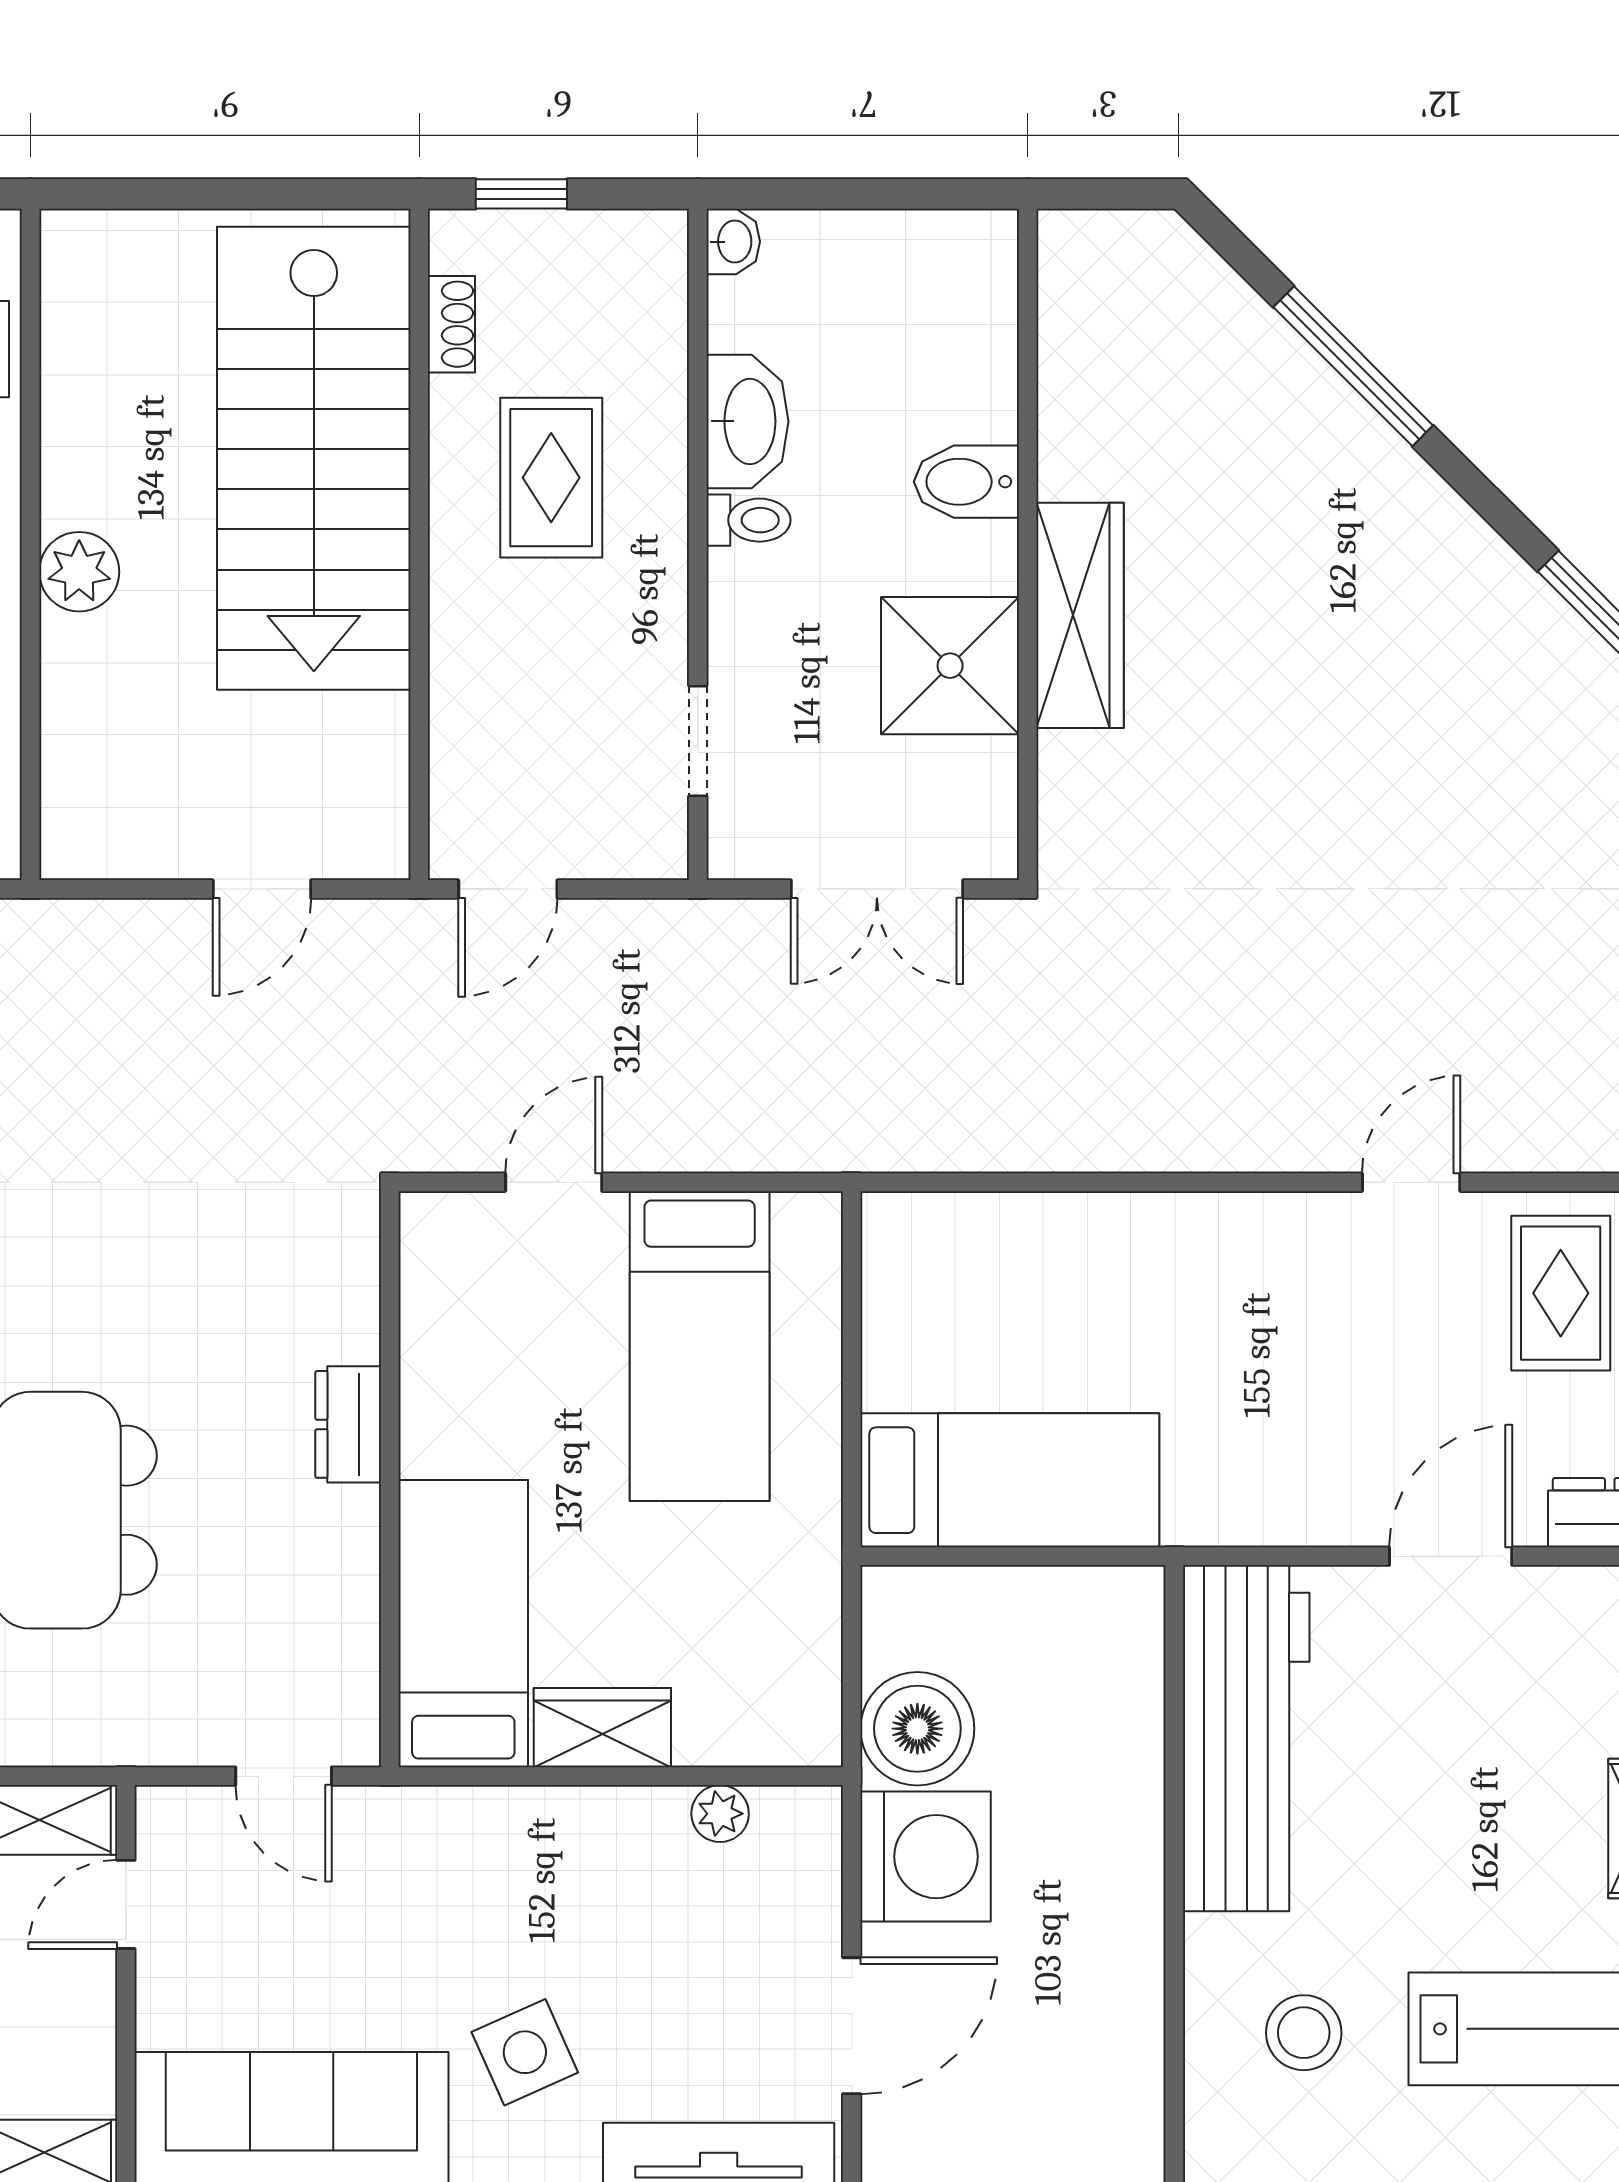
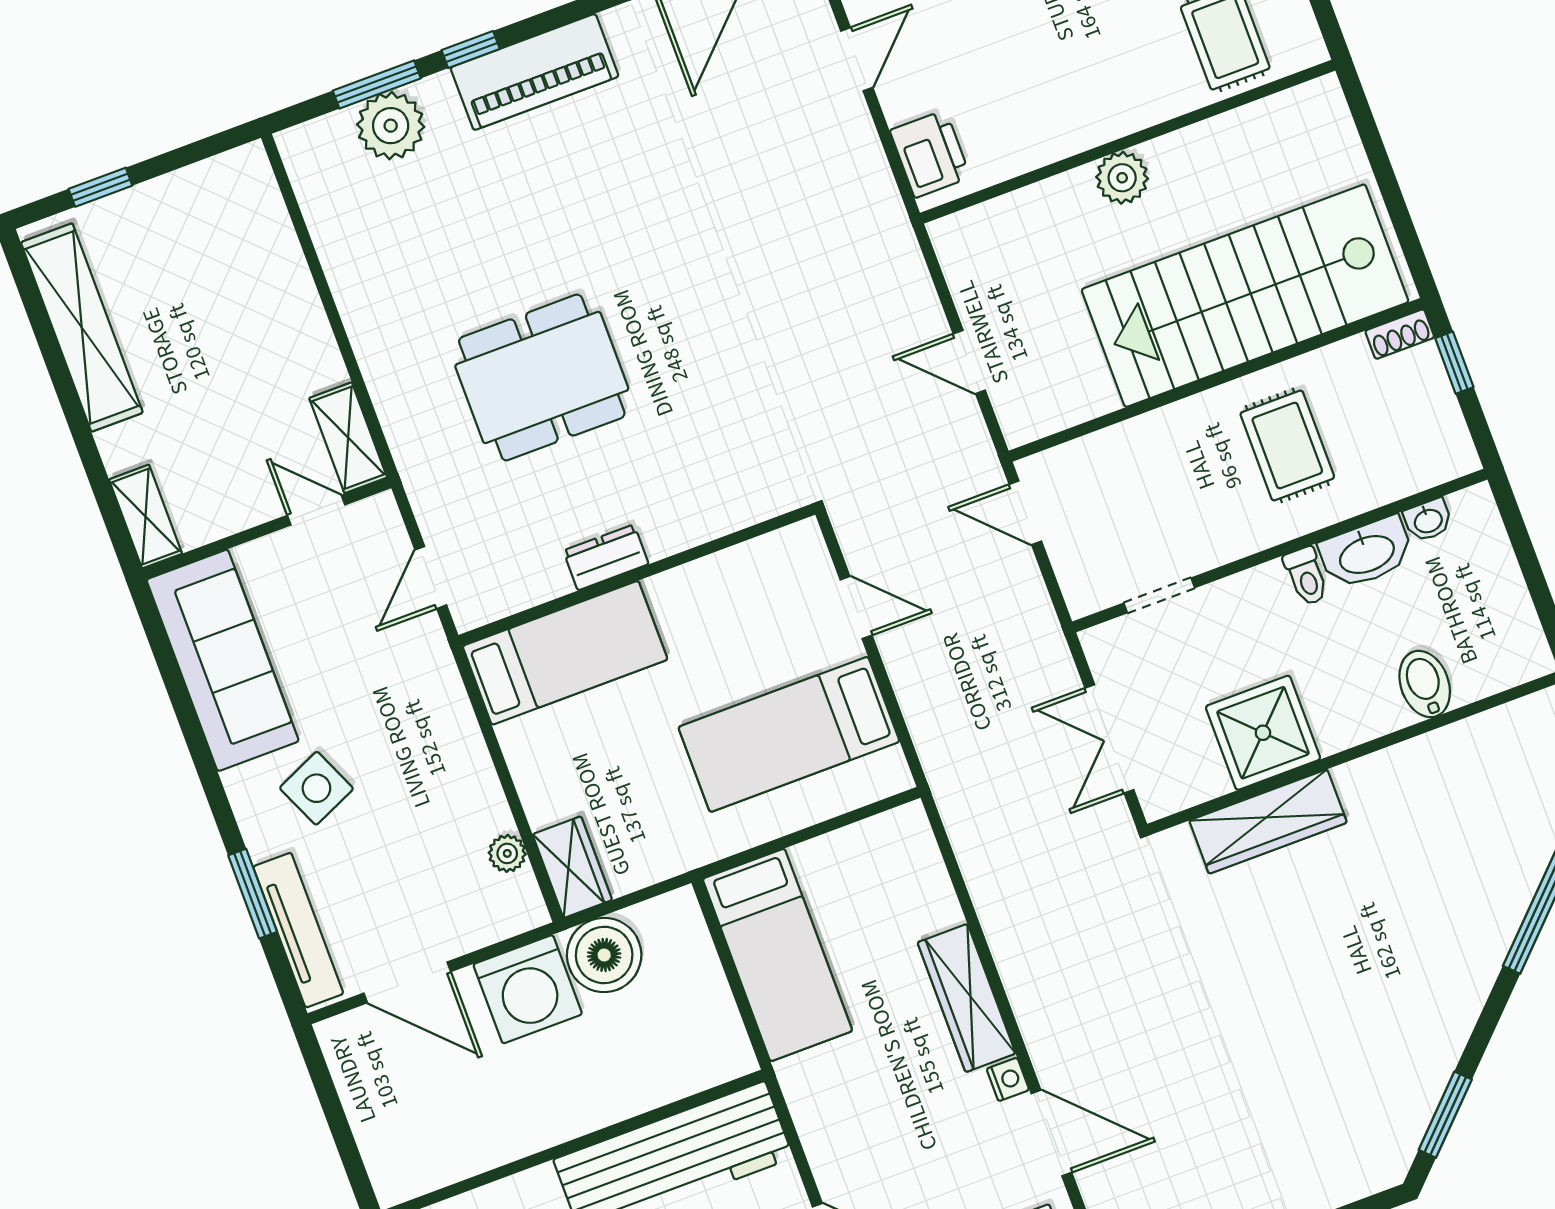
washbasin: (733, 242) -> (1428, 520), moved
shoe rack: (451, 324) -> (1400, 334), moved
rug: (551, 478) -> (1287, 446), turned 90
bidet: (966, 482) -> (1425, 684), moved
wardrobe: (1080, 615) -> (1268, 822), moved
door: (1411, 1182) -> (1051, 1133), width x1.38
nightstand: (1311, 1216) -> (1008, 1079), added
wardrobe: (1172, 1232) -> (967, 998), added
dresser: (348, 1424) -> (606, 557), moved
wardrobe: (602, 1728) -> (572, 867), moved

